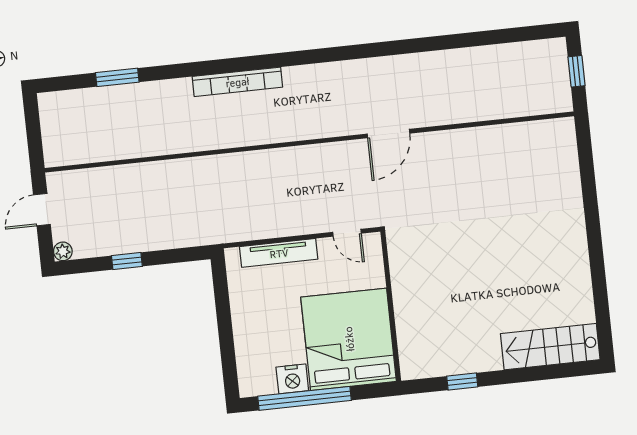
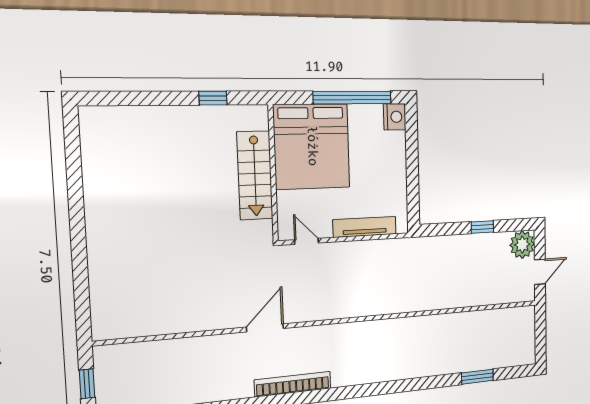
bookcase: (237, 82) -> (293, 384), moved
plant: (63, 251) -> (522, 245), width x1.88, depth x1.88
stairs: (550, 347) -> (255, 175), moved, turned 90
nightstand: (292, 379) -> (395, 117), moved, turned 90

